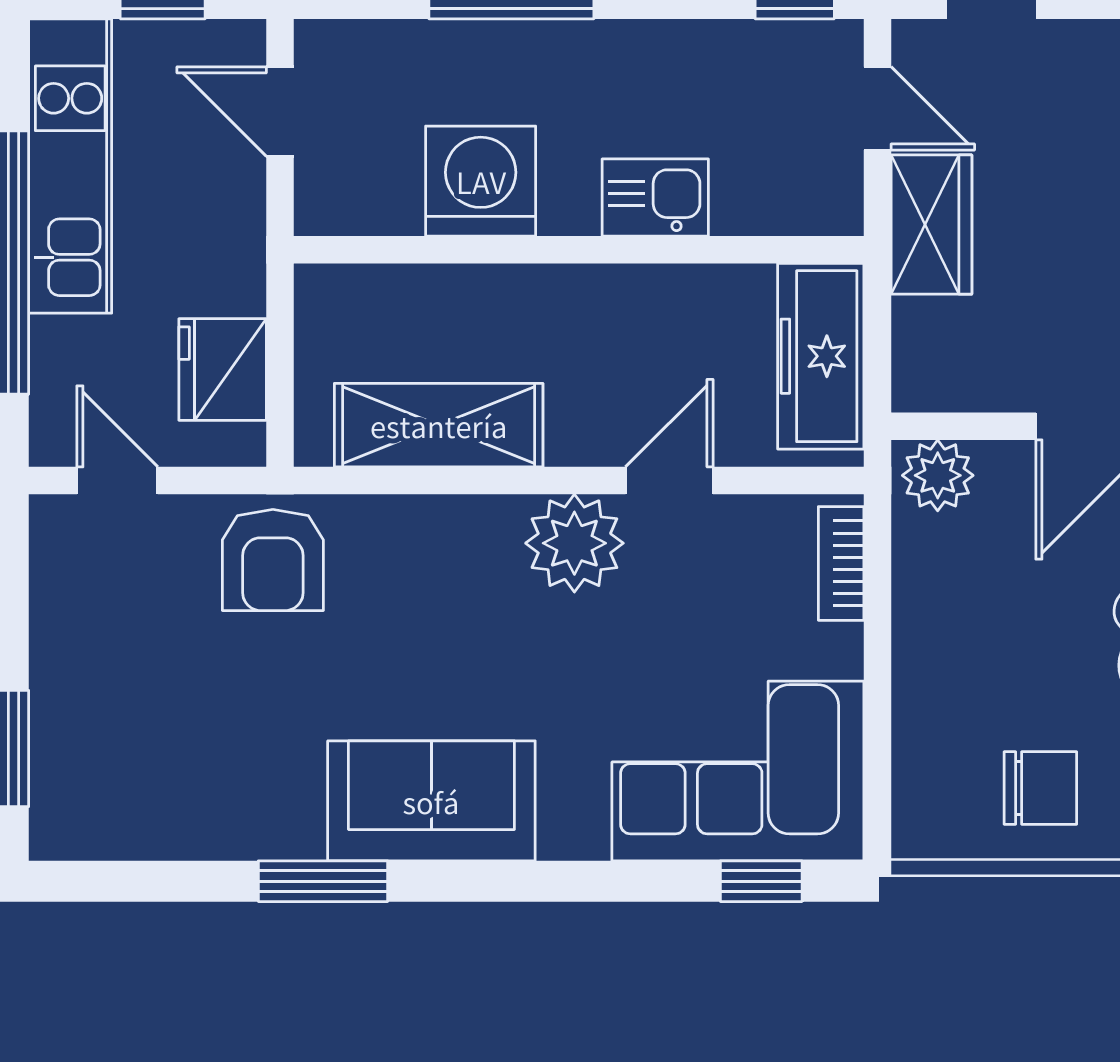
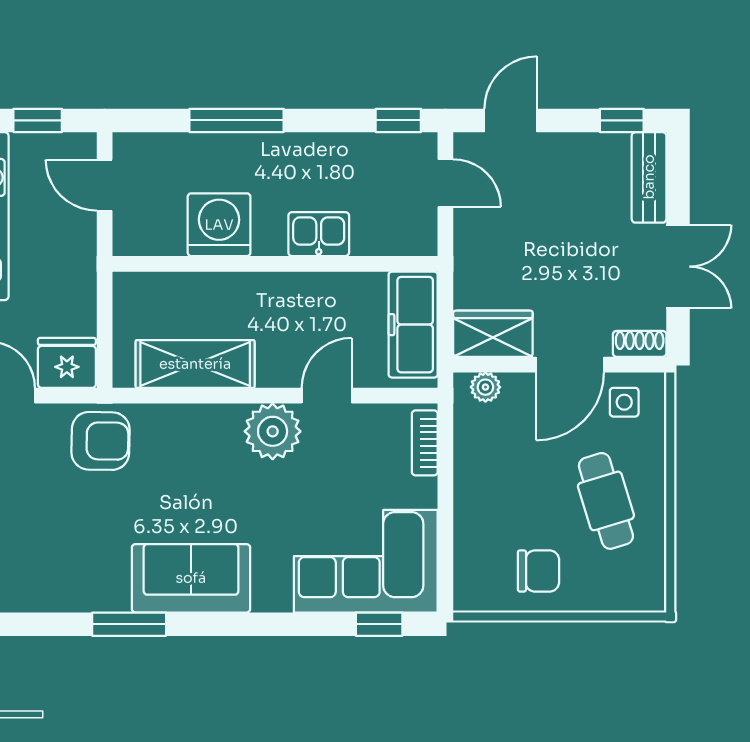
wardrobe: (931, 225) -> (493, 334), moved, turned -90
fridge: (223, 369) -> (67, 363), moved, turned 90
plant: (938, 475) -> (485, 387), width x0.73, depth x0.73
armchair: (273, 560) -> (101, 441), turned -89

